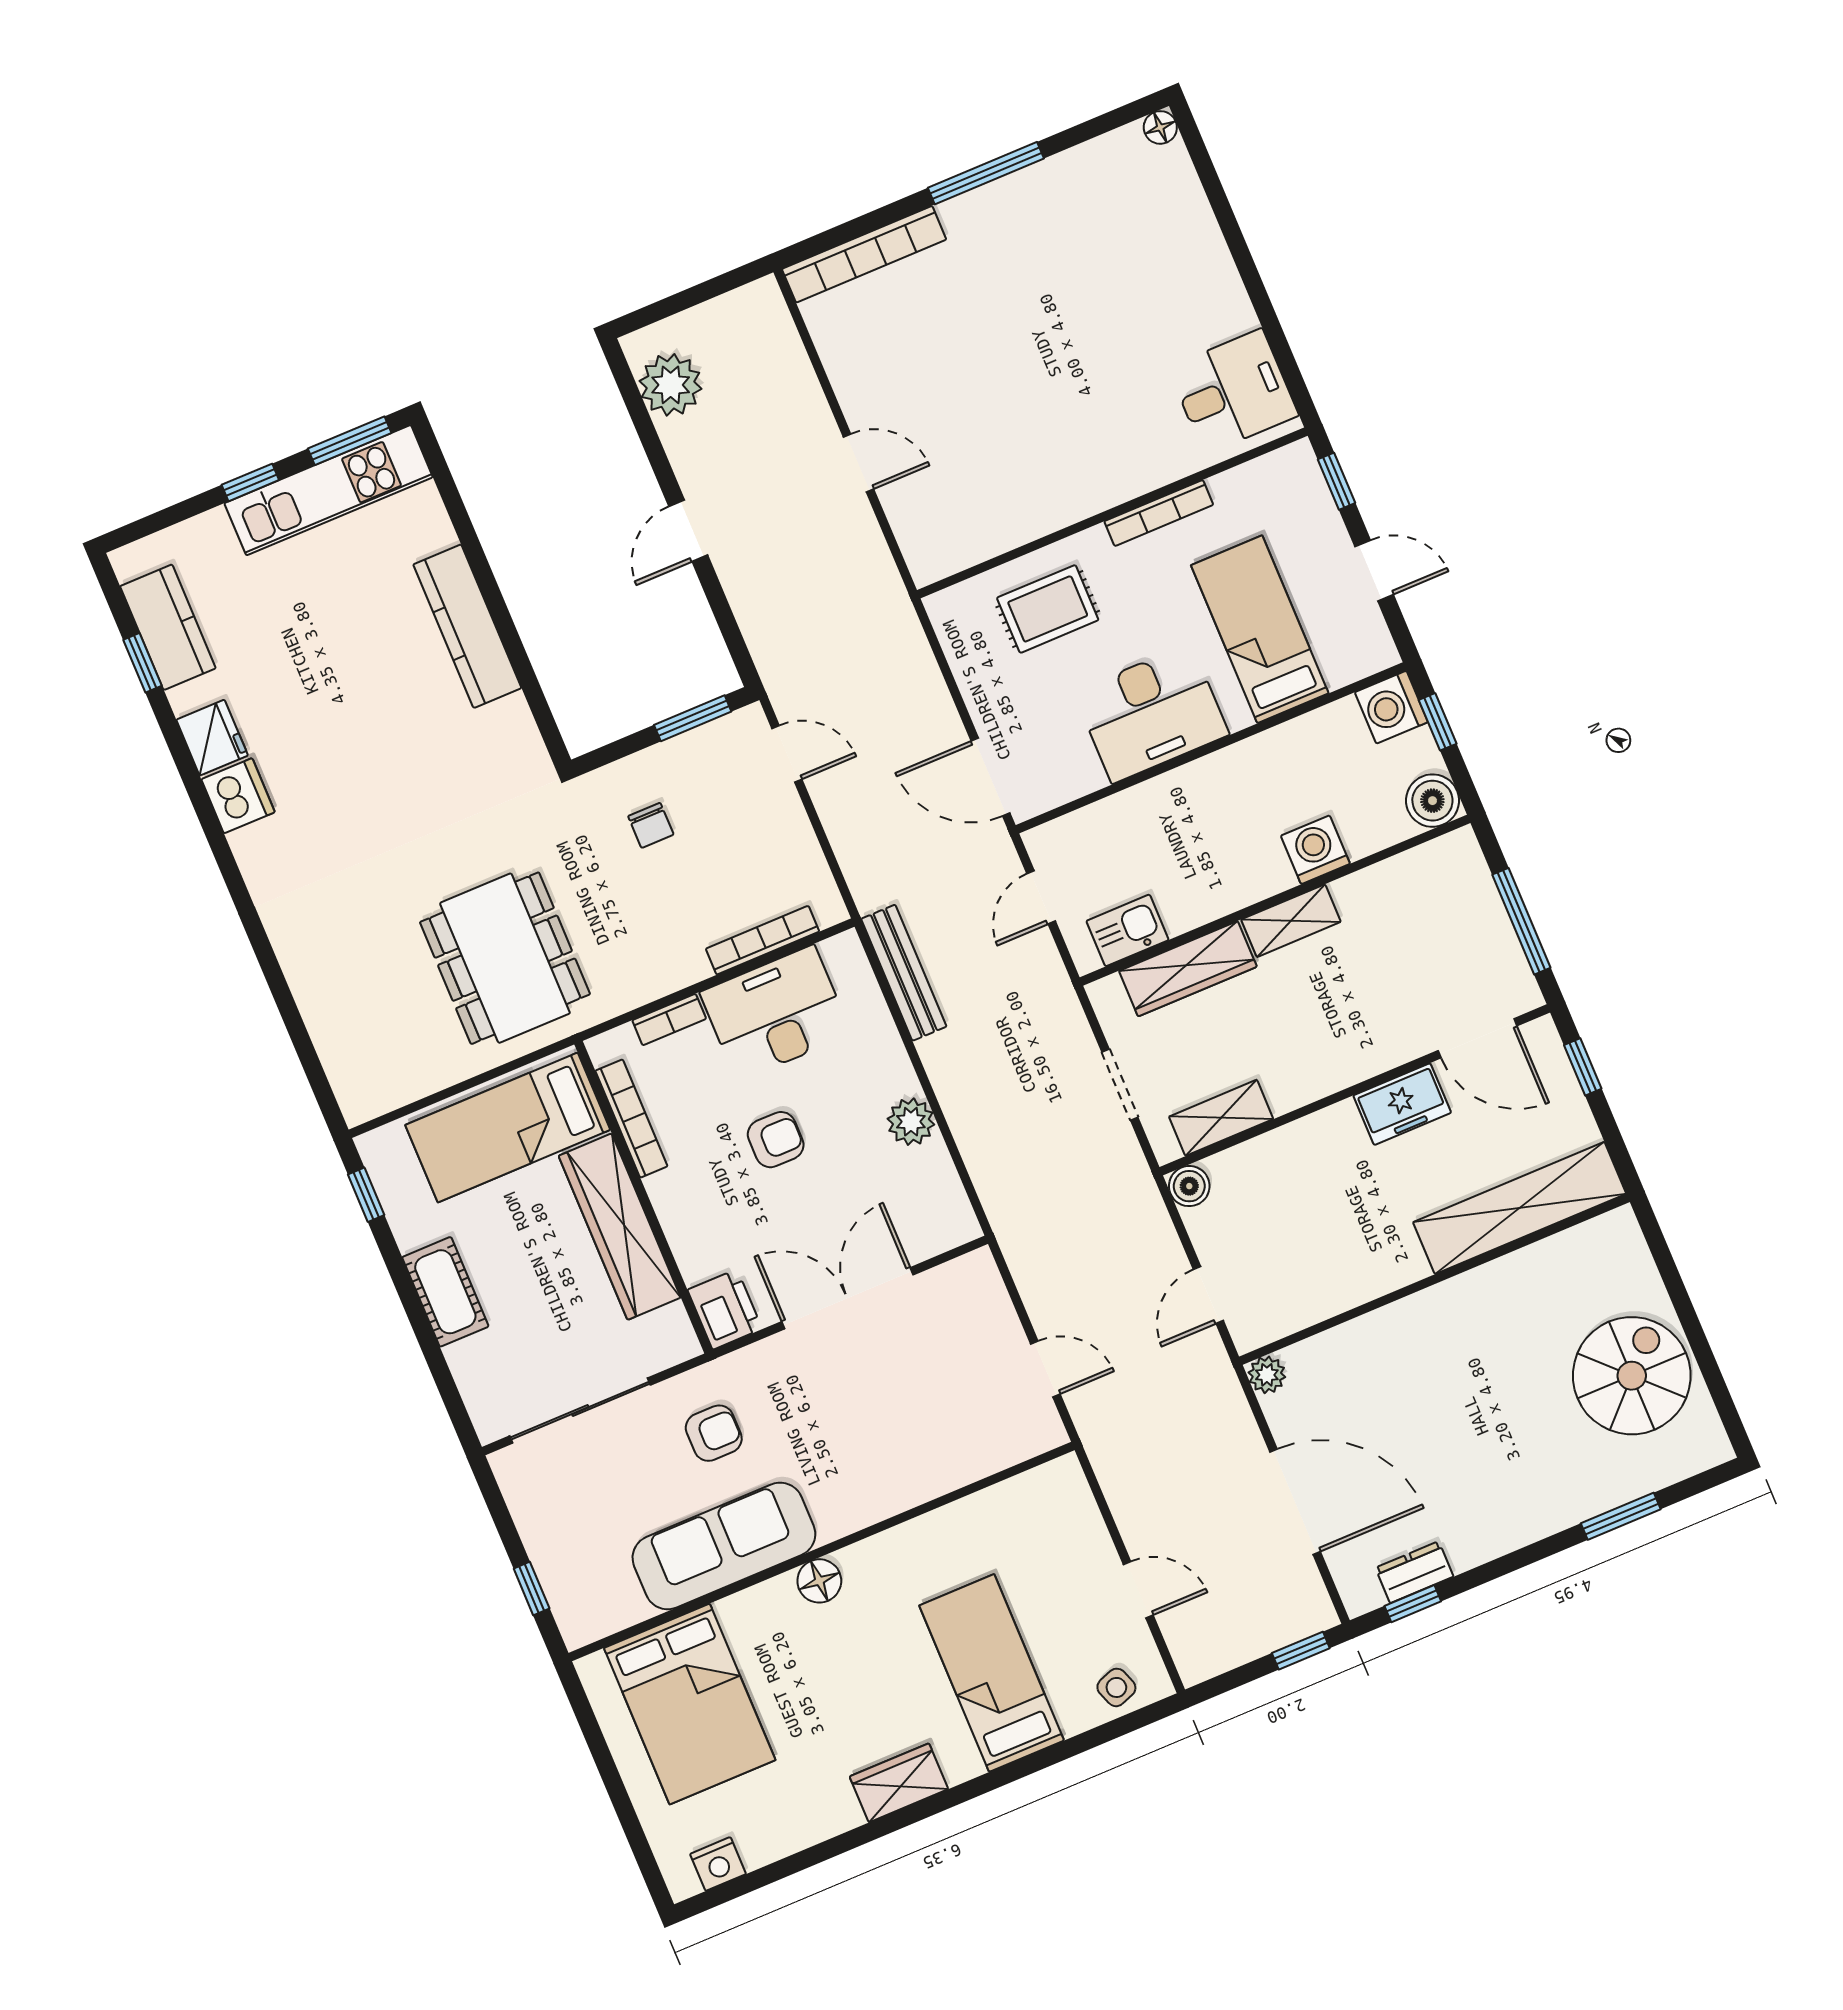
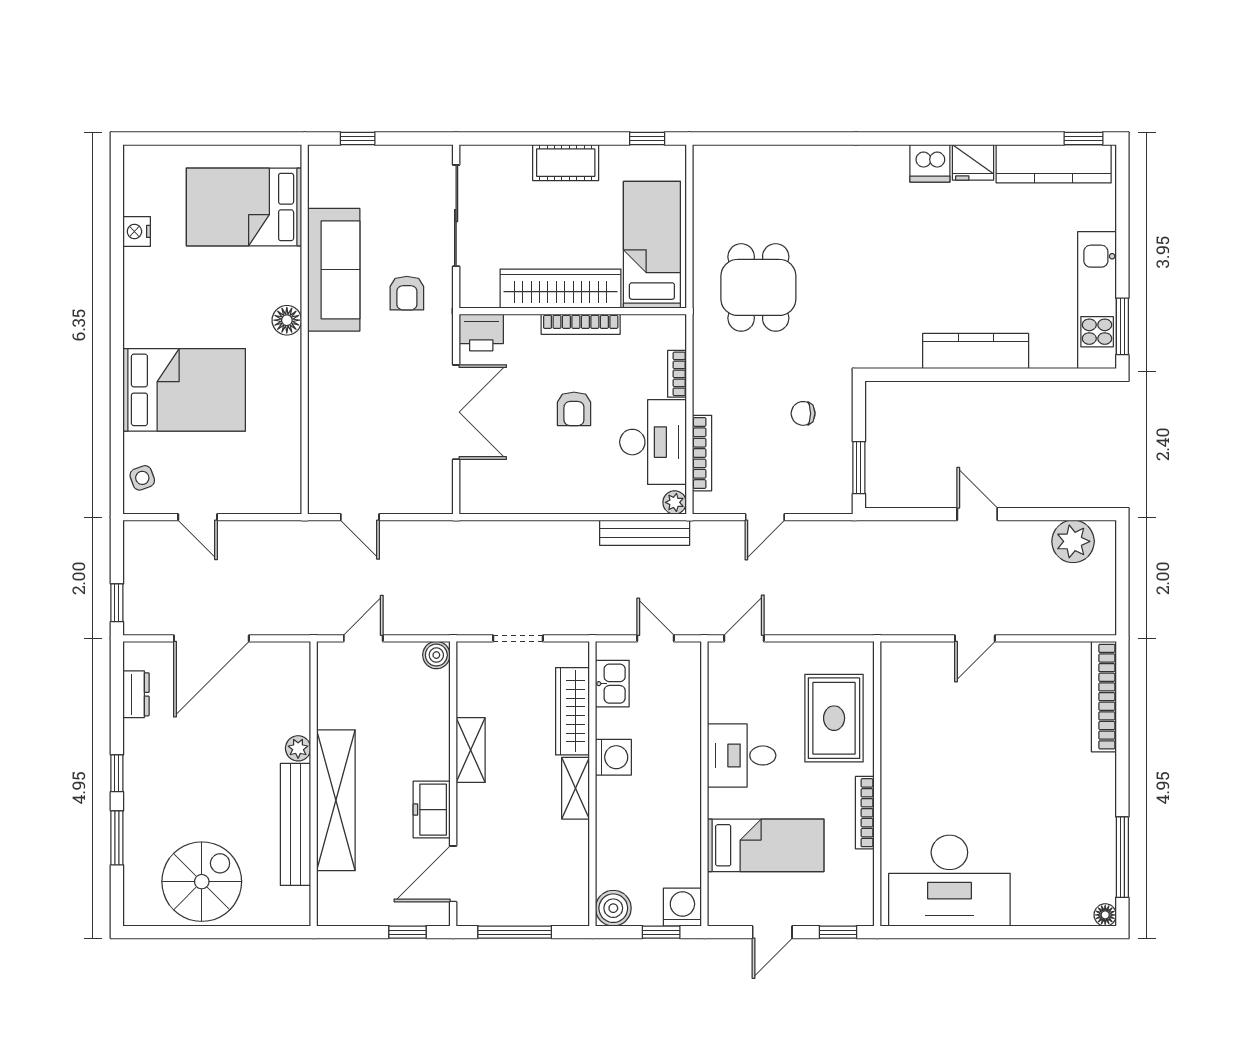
window: (986, 173) -> (1122, 857), moved
desk: (1233, 392) -> (949, 881), width x1.87, depth x1.30
window: (250, 482) -> (1122, 253), removed
rug: (1048, 609) -> (834, 718), width x1.36, depth x1.43
kitchen counter: (168, 627) -> (1054, 164), width x1.50
window: (142, 663) -> (1084, 139), moved
desk: (1151, 713) -> (742, 755), width x0.73
door: (787, 754) -> (765, 517), moved
door: (991, 777) -> (744, 638), width x0.73
washing machine: (1315, 850) -> (613, 757), moved
dining table: (505, 958) -> (758, 287), width x0.73
shelving: (1221, 1118) -> (471, 750), moved
bookcase: (631, 1119) -> (581, 324), moved
plant: (911, 1122) -> (675, 502), moved, width x0.73, depth x0.73
shelving: (1520, 1208) -> (336, 800), moved
bench: (1500, 1281) -> (296, 824), added
door: (1208, 1295) -> (363, 638), hinge flipped
door: (1045, 1369) -> (360, 517), hinge flipped
plant: (1267, 1375) -> (298, 748), moved
spiral stairs: (1632, 1376) -> (202, 882), turned -90
door: (1138, 1590) -> (198, 517), hinge flipped
window: (1413, 1604) -> (117, 773), moved
bed: (992, 1673) -> (184, 390), width x1.50
wardrobe: (899, 1783) -> (140, 317), removed
nightstand: (718, 1864) -> (137, 231), moved

